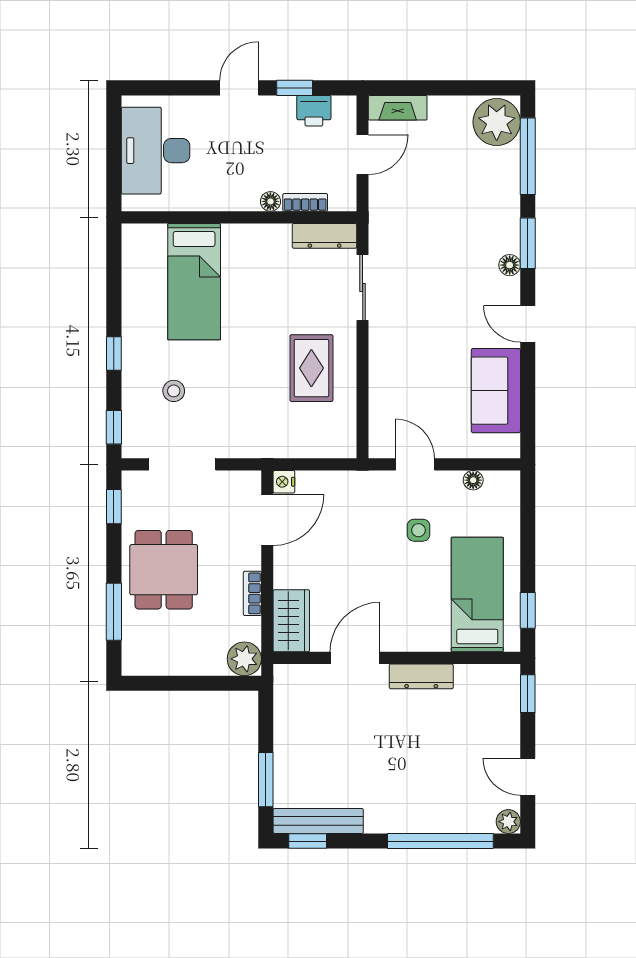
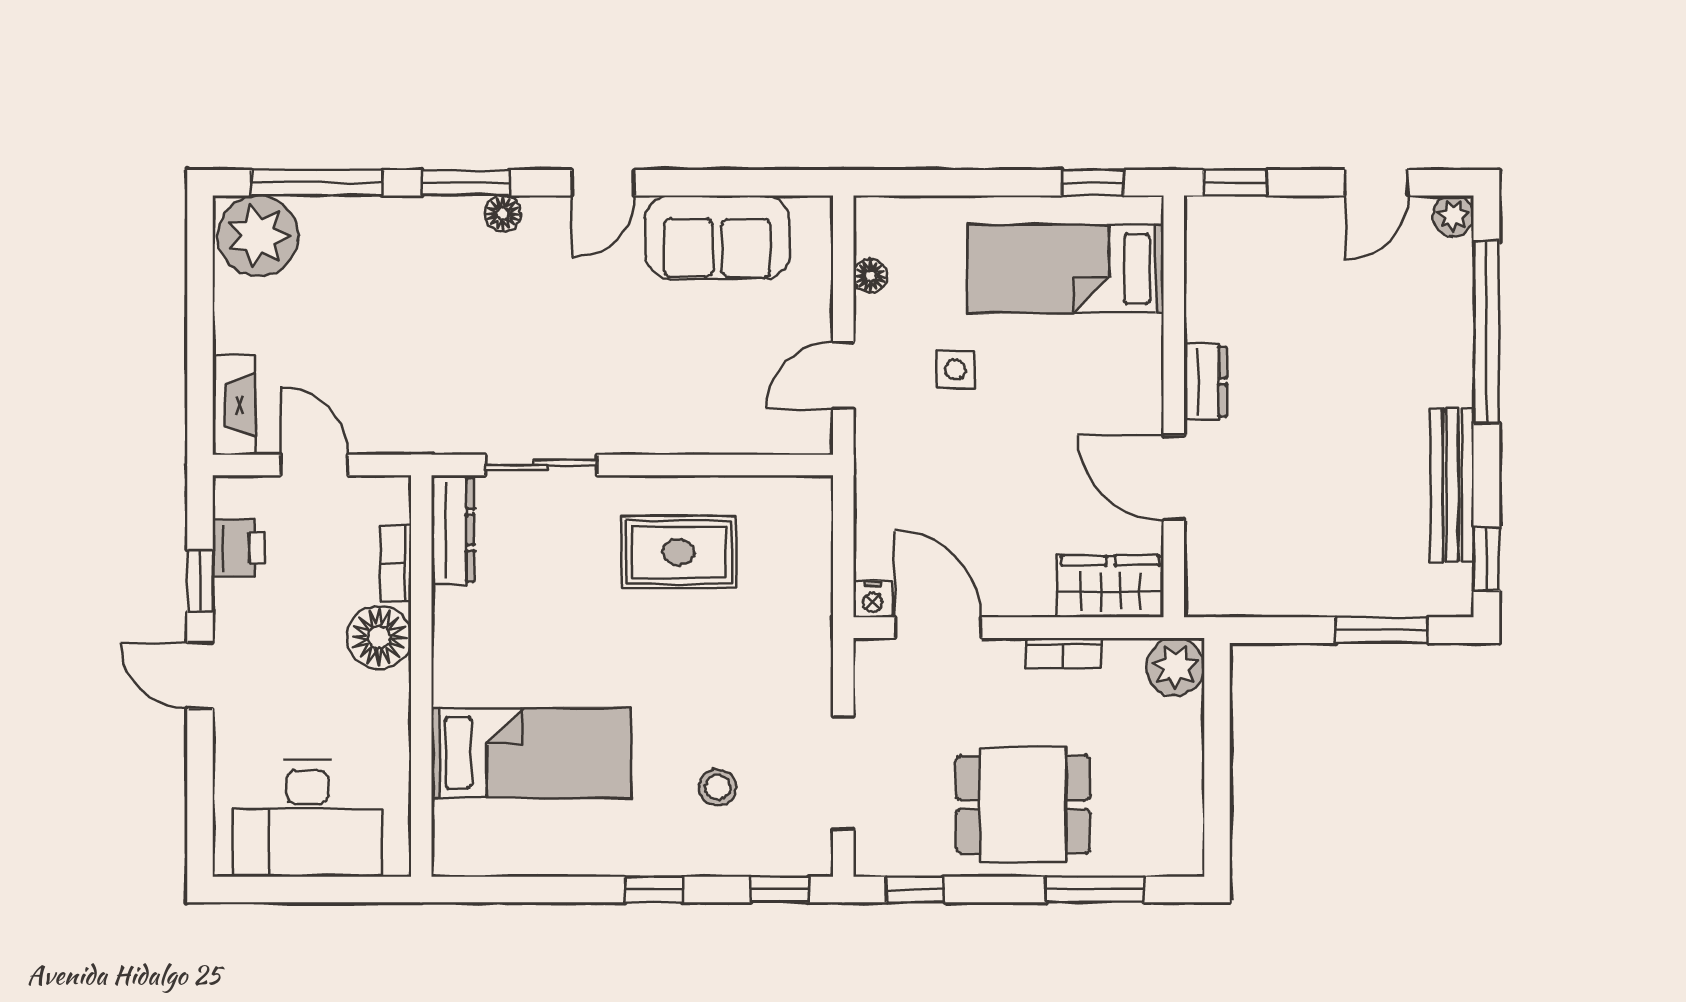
floor lamp: (270, 201) -> (379, 637), width x1.89, depth x1.89
dresser: (421, 676) -> (1205, 381), width x0.70
bench: (318, 821) -> (1452, 485), moved

